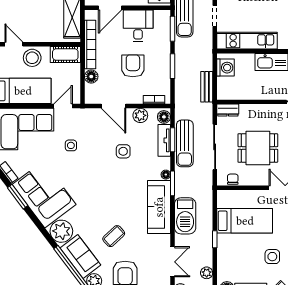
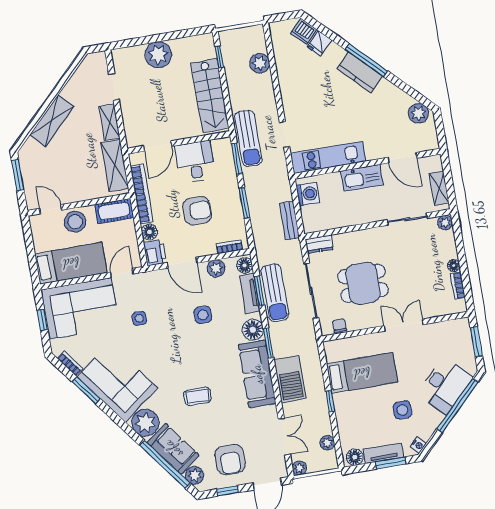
armchair: (133, 66) -> (197, 211), turned 90
printer: (93, 94) -> (155, 253), added
floor lamp: (166, 175) -> (253, 330), width x1.89, depth x1.89
coffee table: (114, 236) -> (197, 396), moved, turned 43

